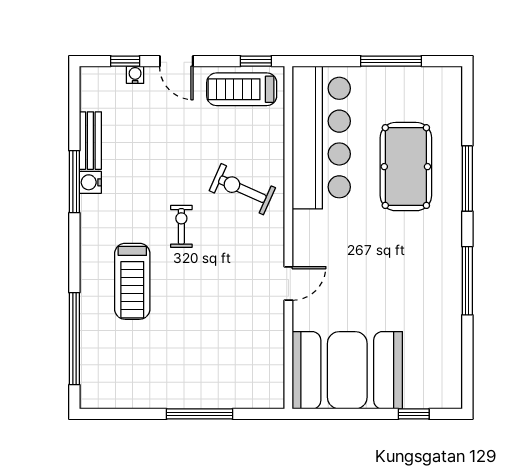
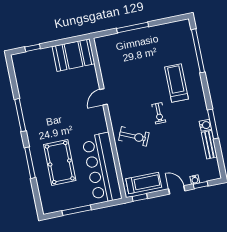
booth: (347, 370) -> (73, 55), width x0.73, depth x0.70

